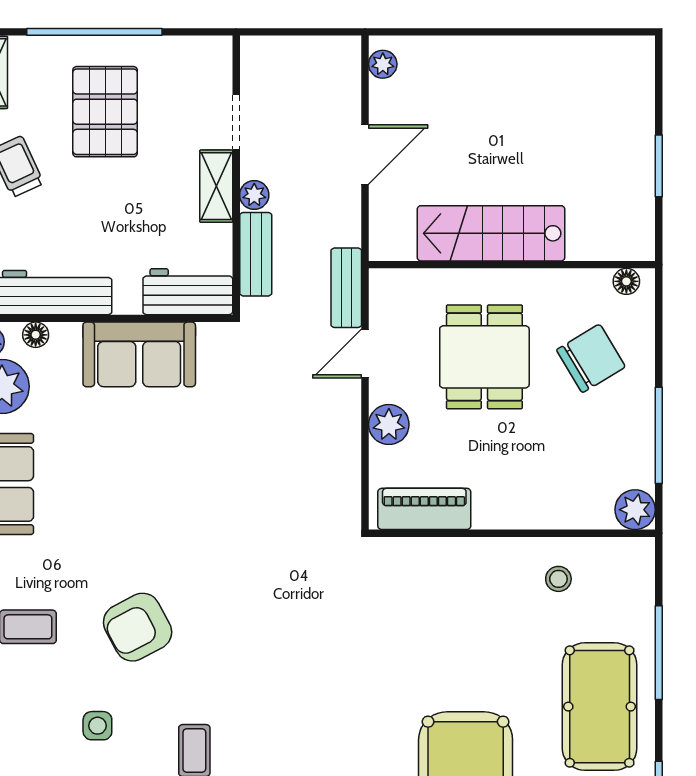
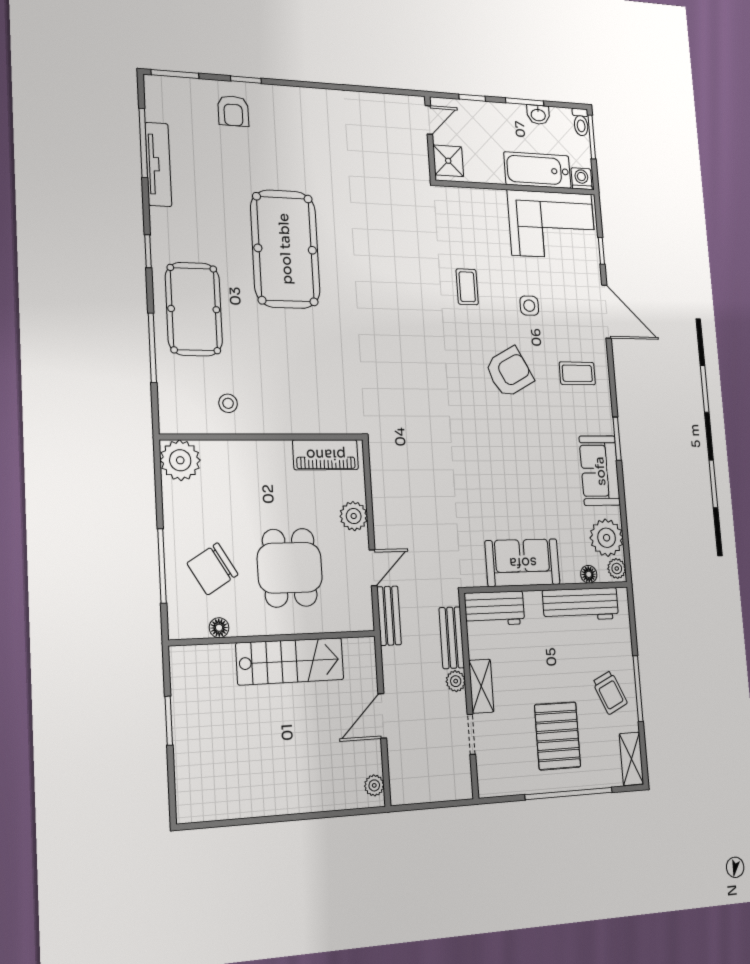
floor lamp: (626, 281) -> (219, 628), moved
window: (659, 435) -> (162, 566), moved
plant: (635, 510) -> (180, 460), width x1.36, depth x1.36

